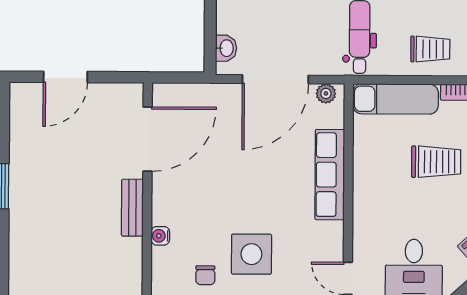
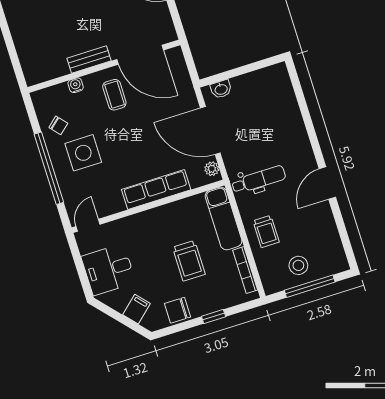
coffee table: (189, 189) -> (114, 95), added
chair: (205, 275) -> (58, 125), turned -131

